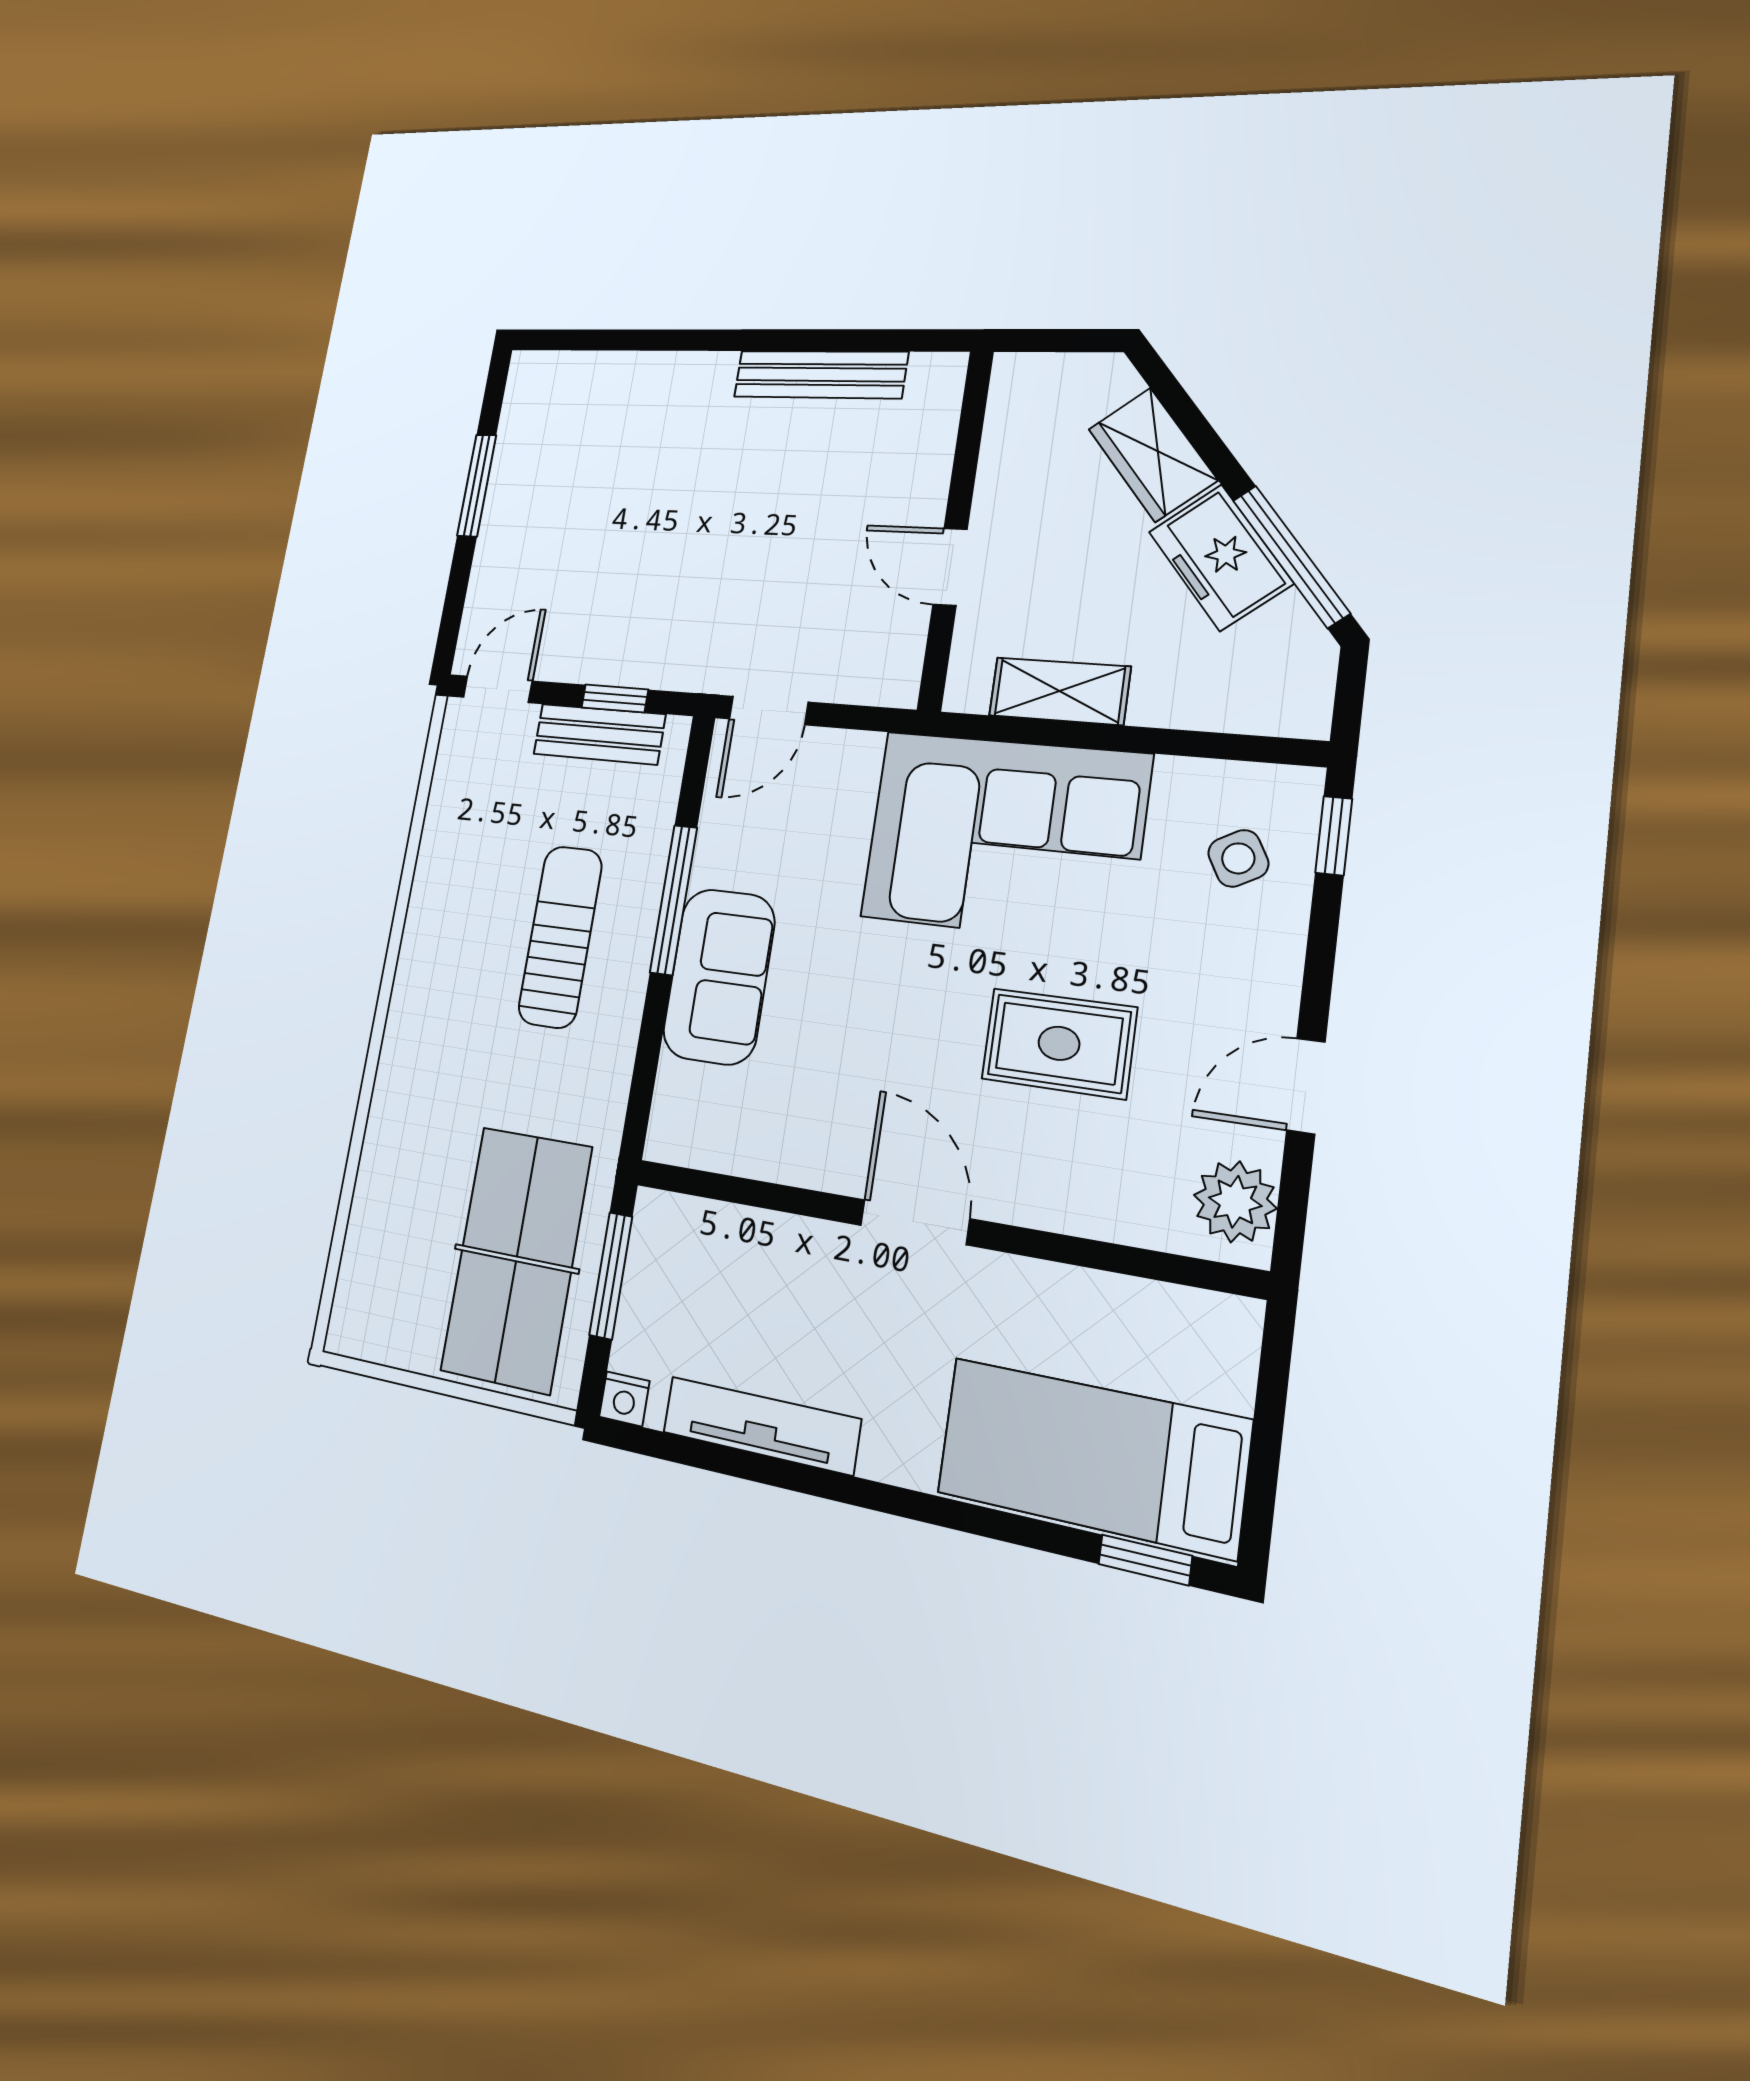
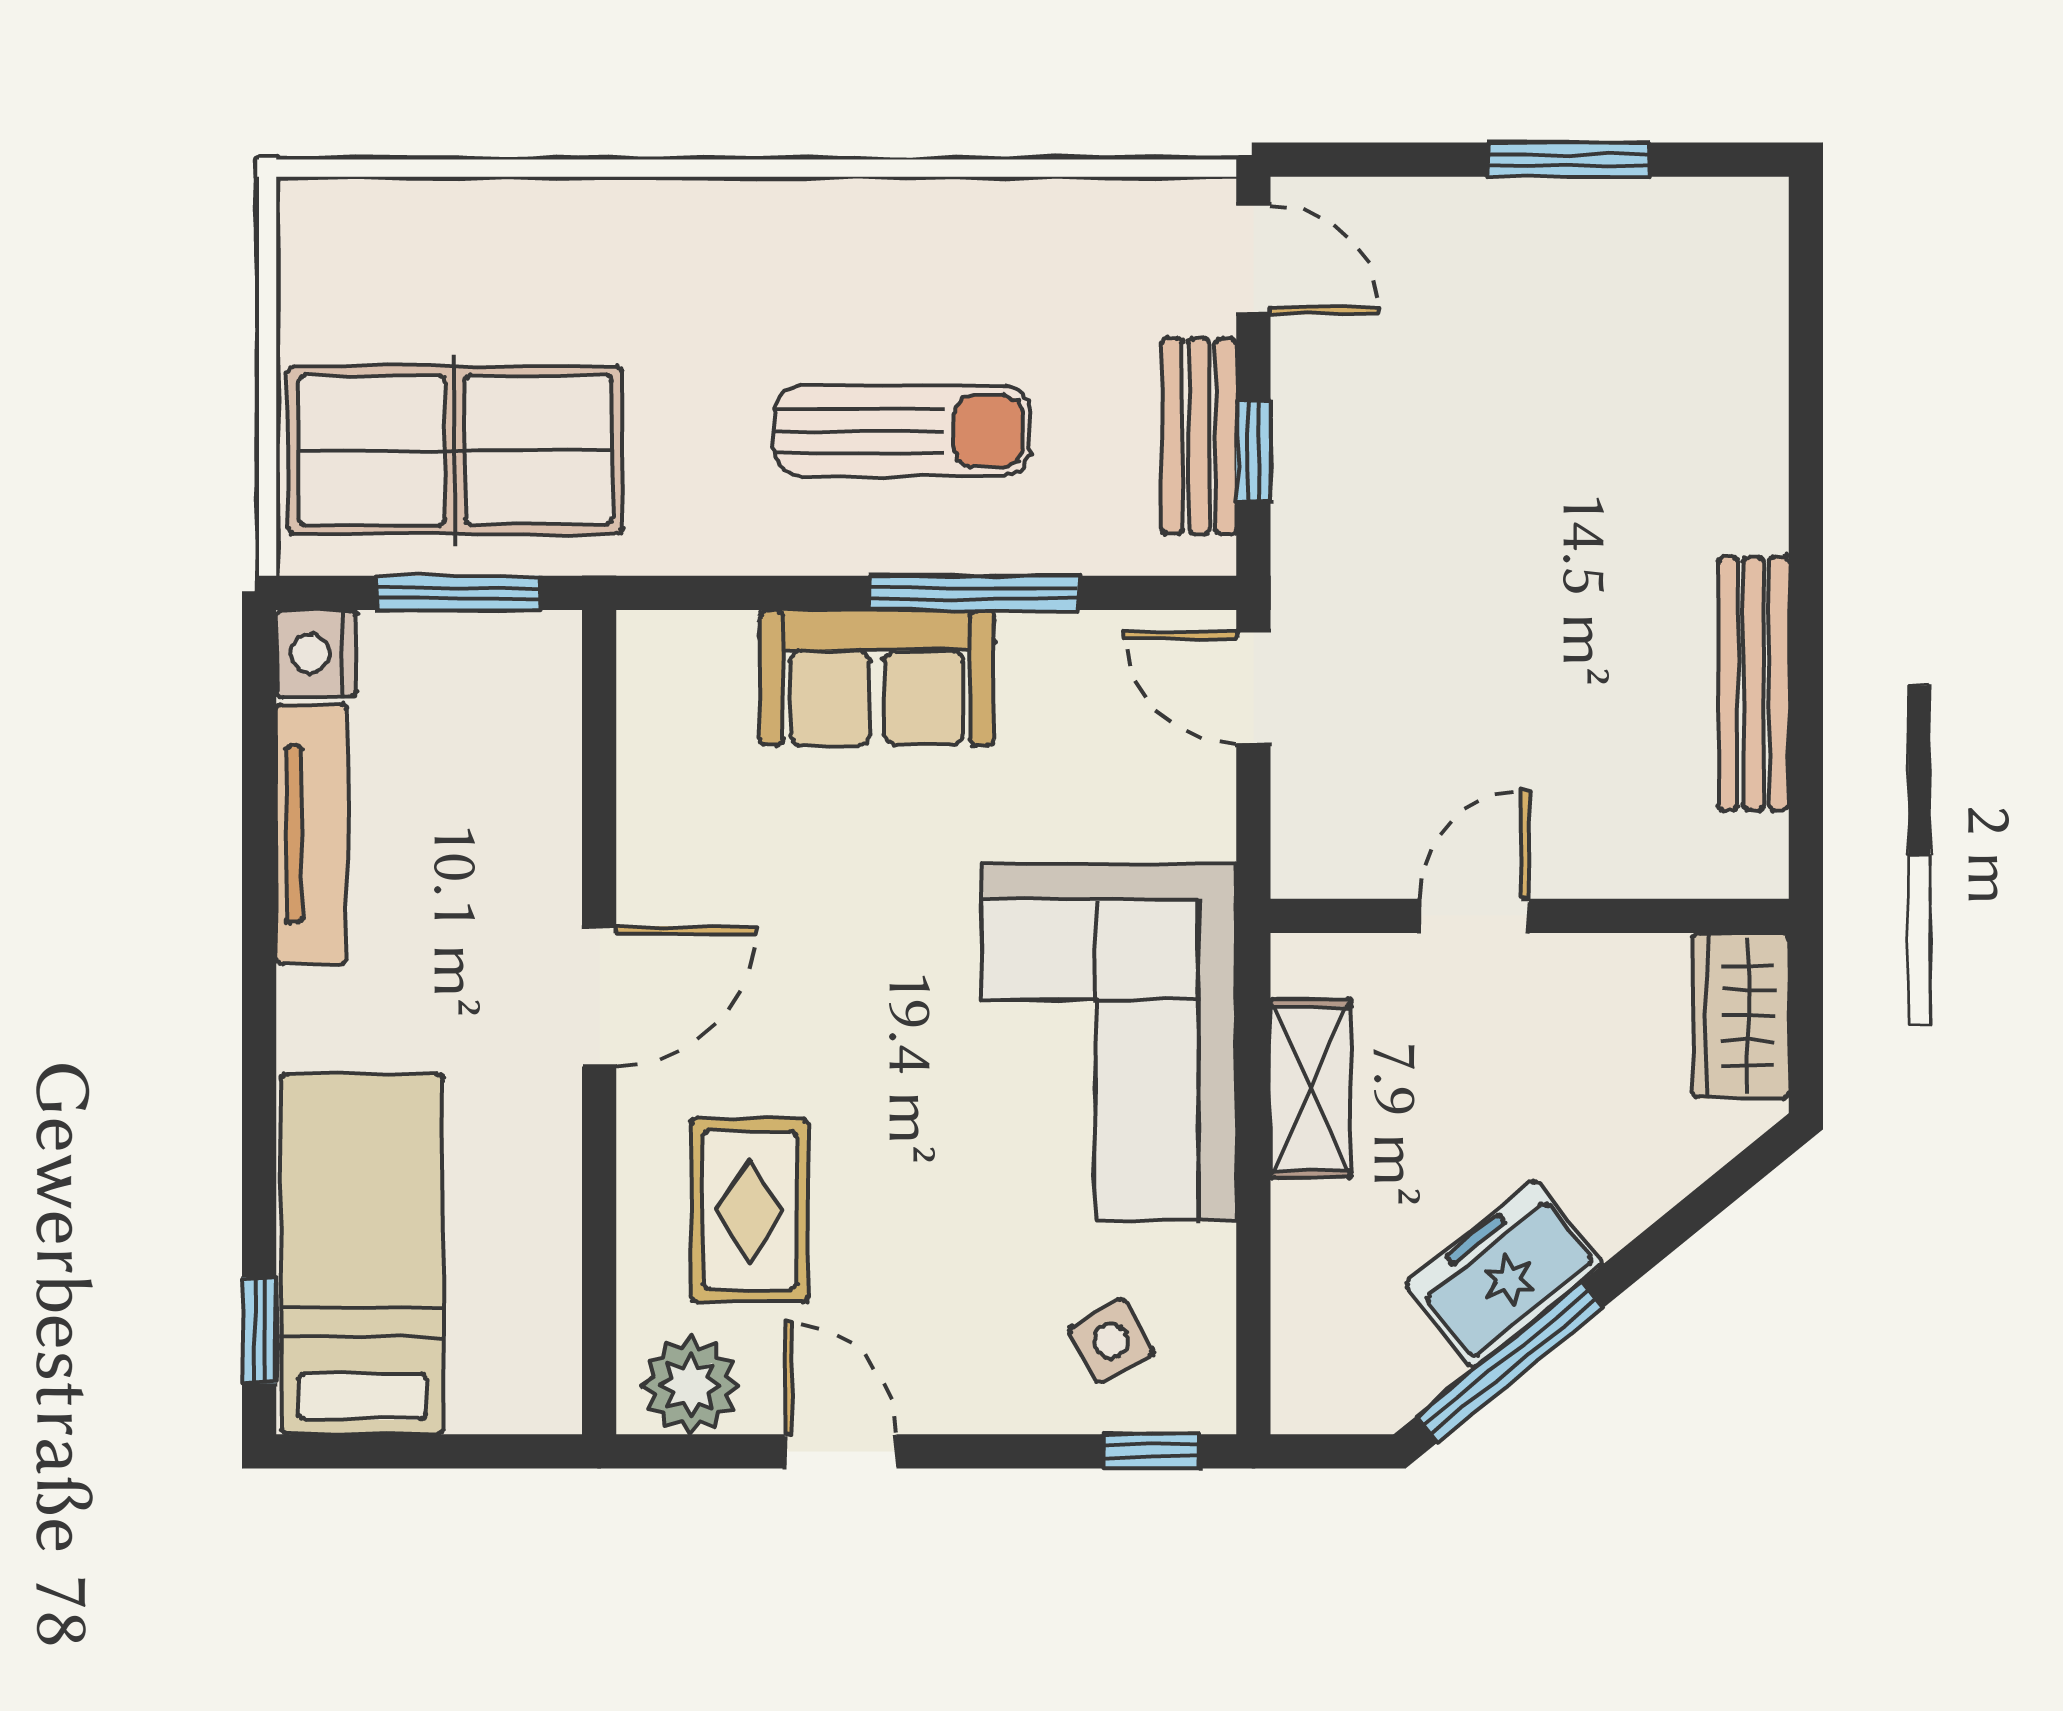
wardrobe: (1153, 455) -> (1741, 1016), moved, turned -51
rug: (1059, 1043) -> (749, 1210), moved
nightstand: (624, 1399) -> (316, 653), width x1.39, depth x1.35

